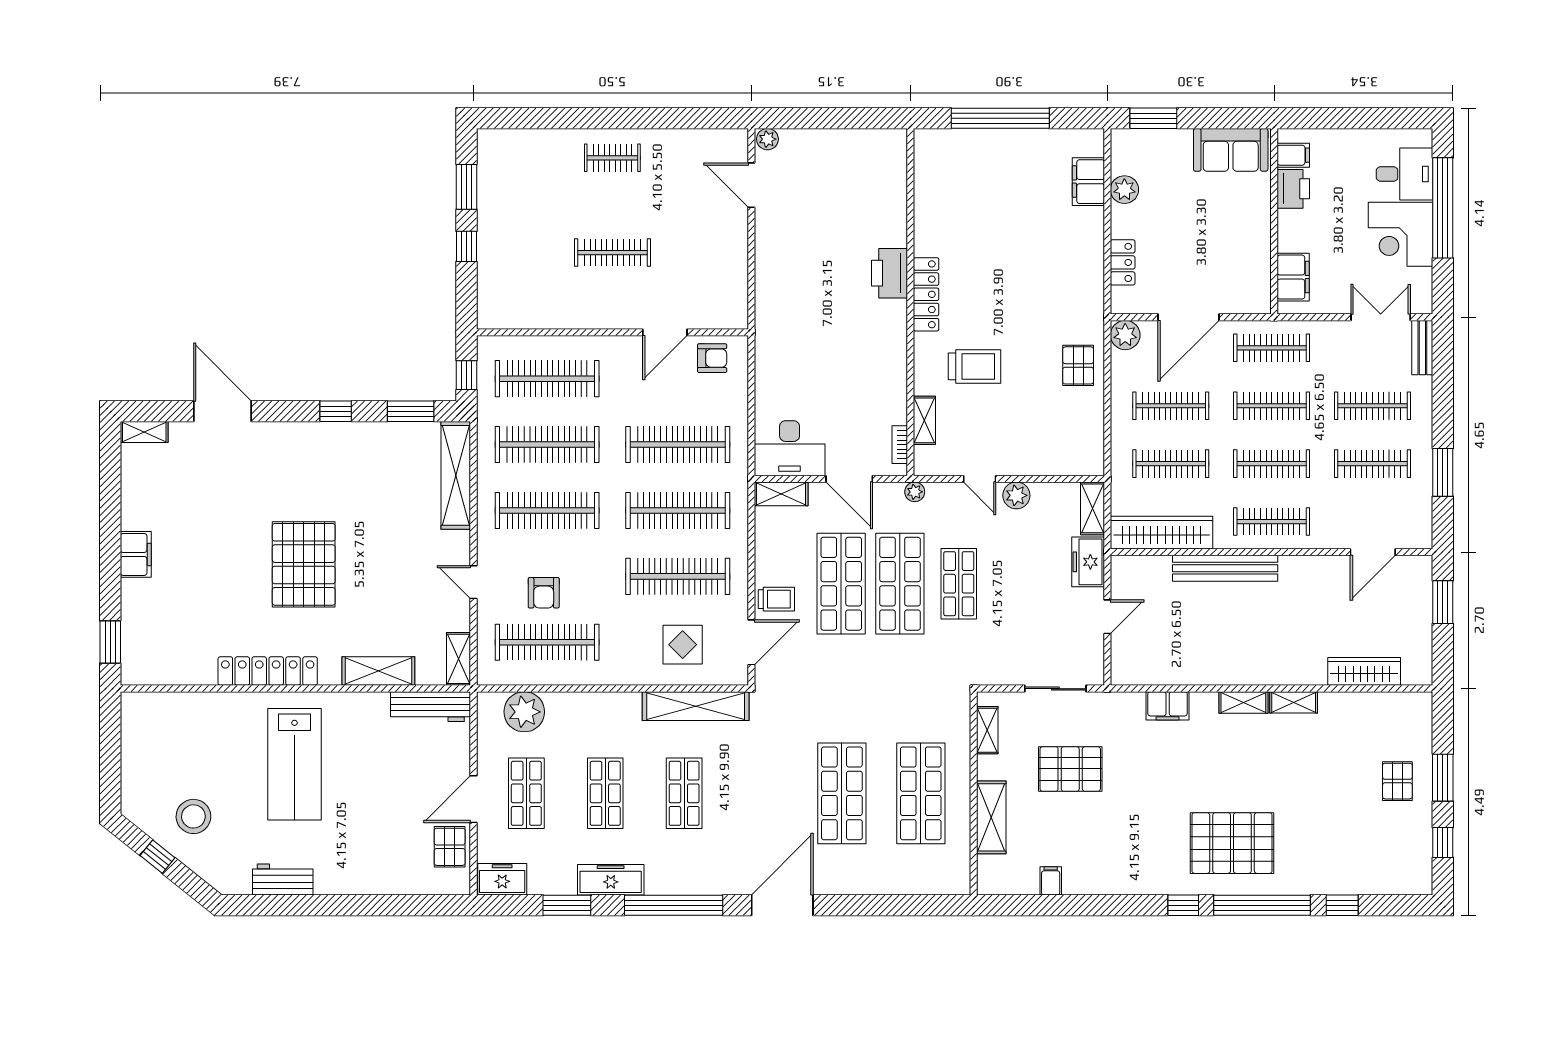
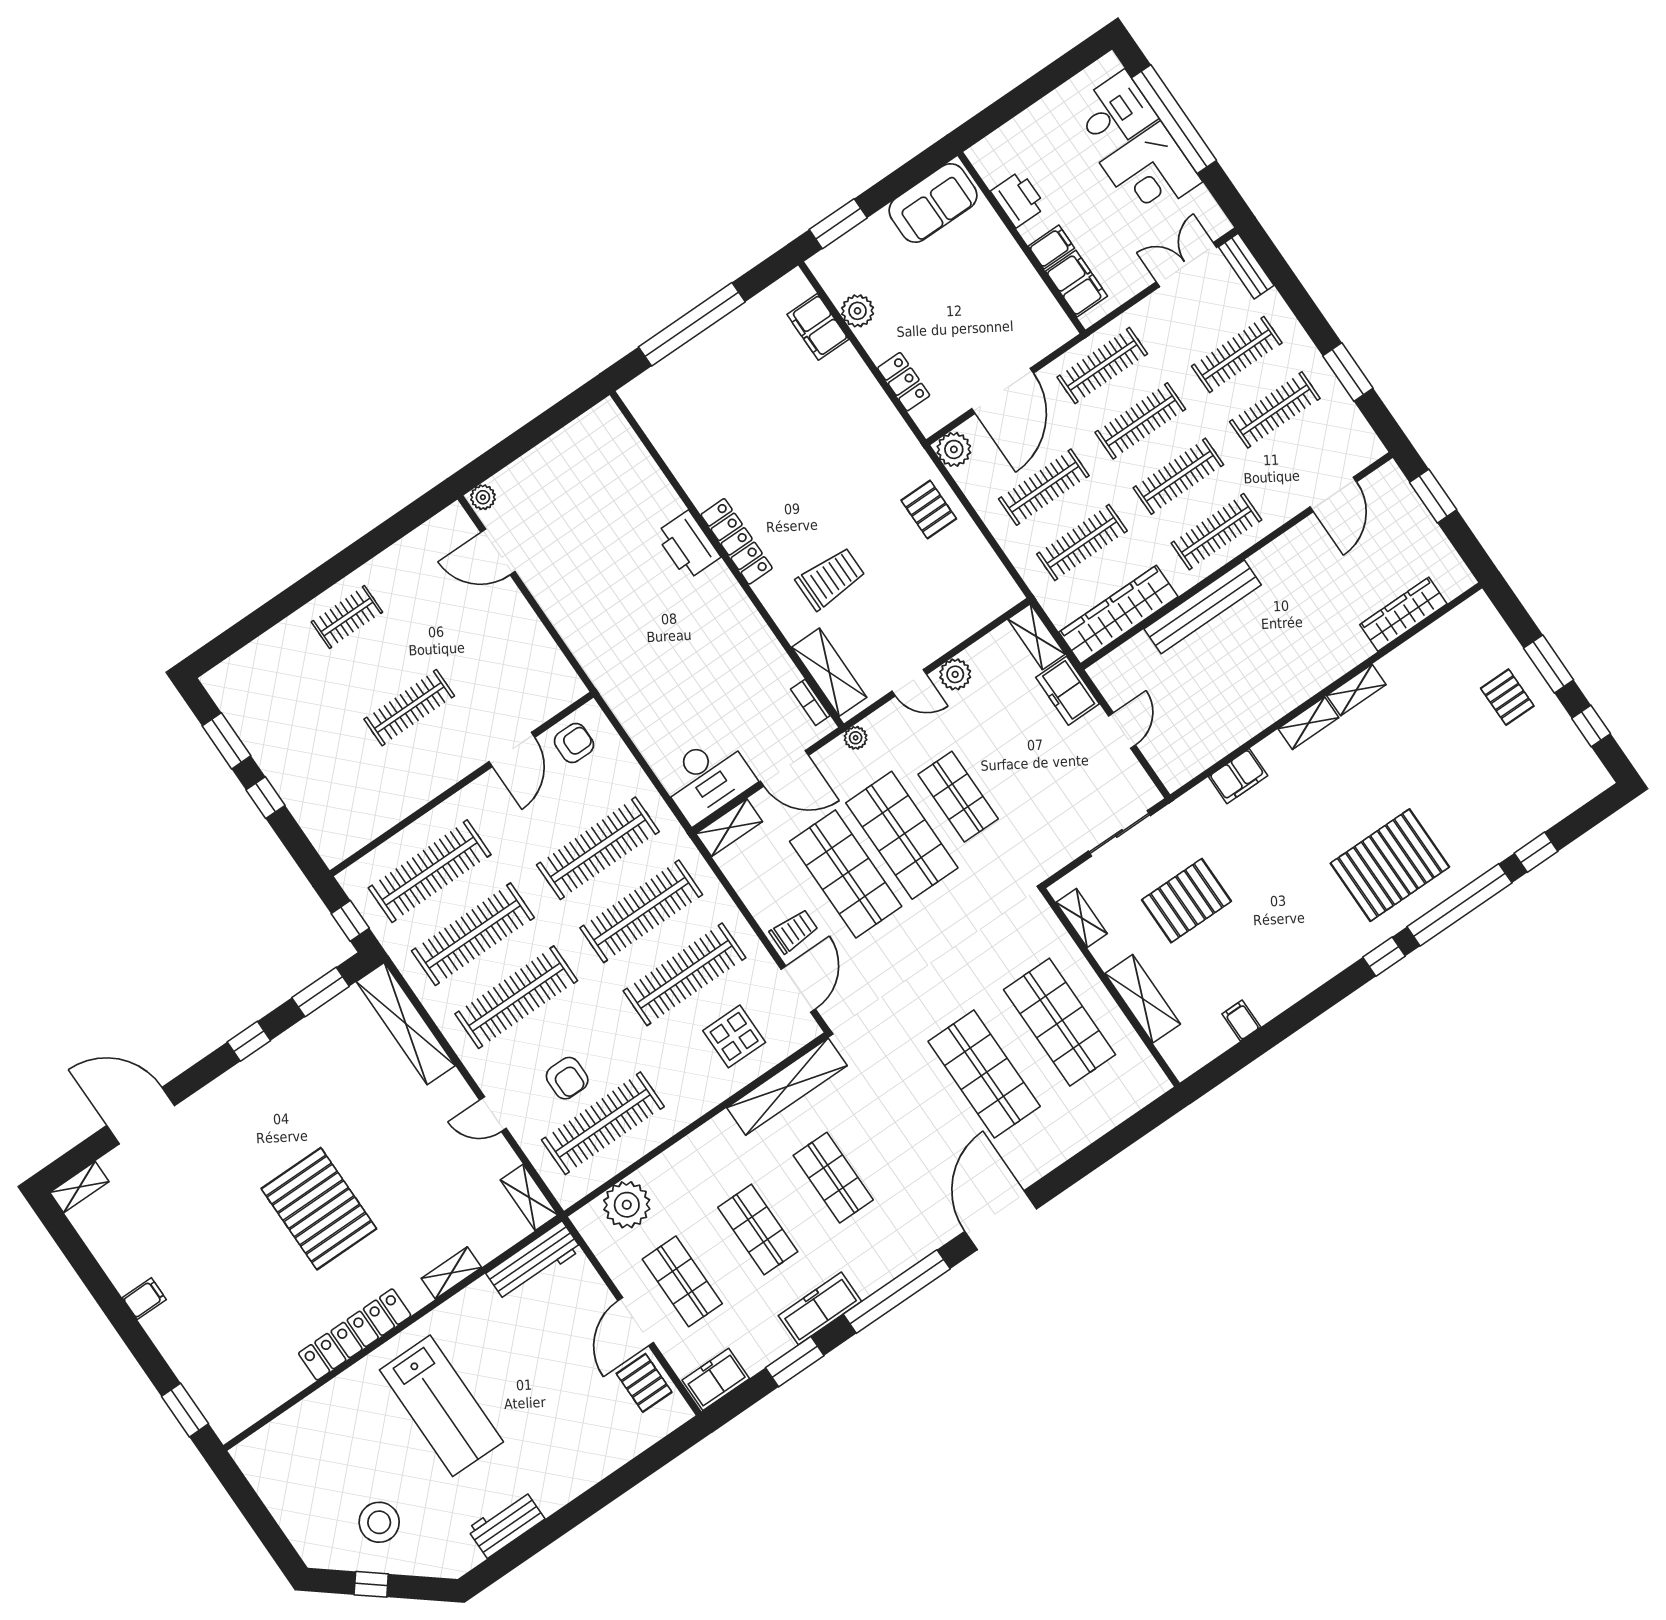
filing cabinet: (1293, 155) -> (1051, 247), moved
shelving: (924, 420) -> (829, 672), width x1.50, depth x1.33
filing cabinet: (136, 554) -> (144, 1299), width x0.50
shelving: (378, 671) -> (451, 1273), width x0.67, depth x0.75

